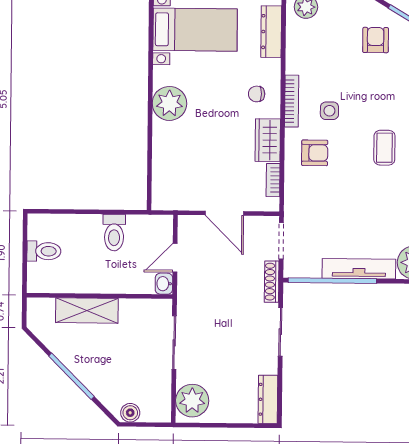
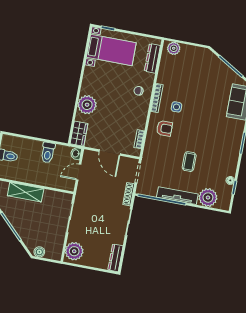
armchair: (376, 40) -> (208, 73), removed
plant: (169, 103) -> (87, 105), moved
wardrobe: (268, 140) -> (79, 134), moved, turned 180
coffee table: (384, 148) -> (189, 162), moved
washbasin: (164, 284) -> (76, 153), moved

